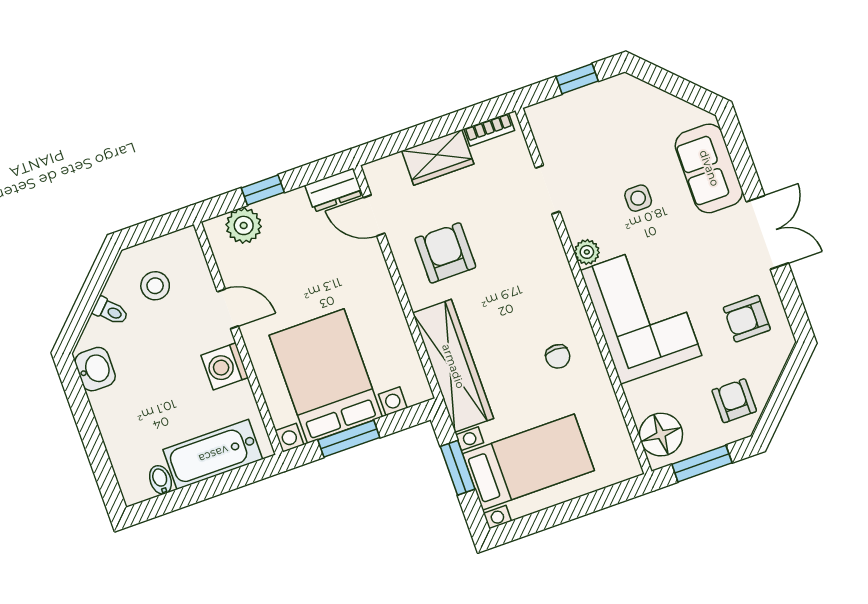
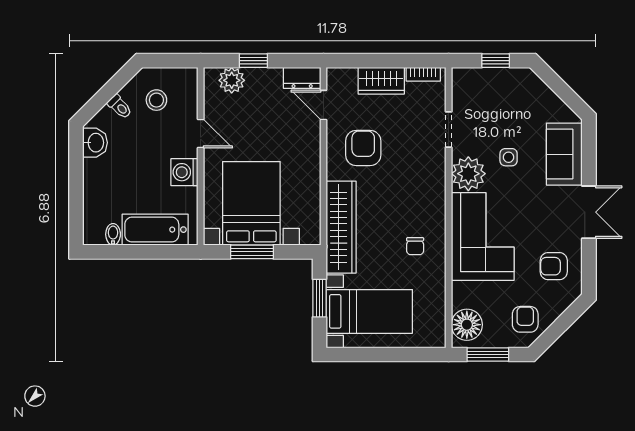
plant: (587, 252) -> (468, 174), width x1.87, depth x1.87

